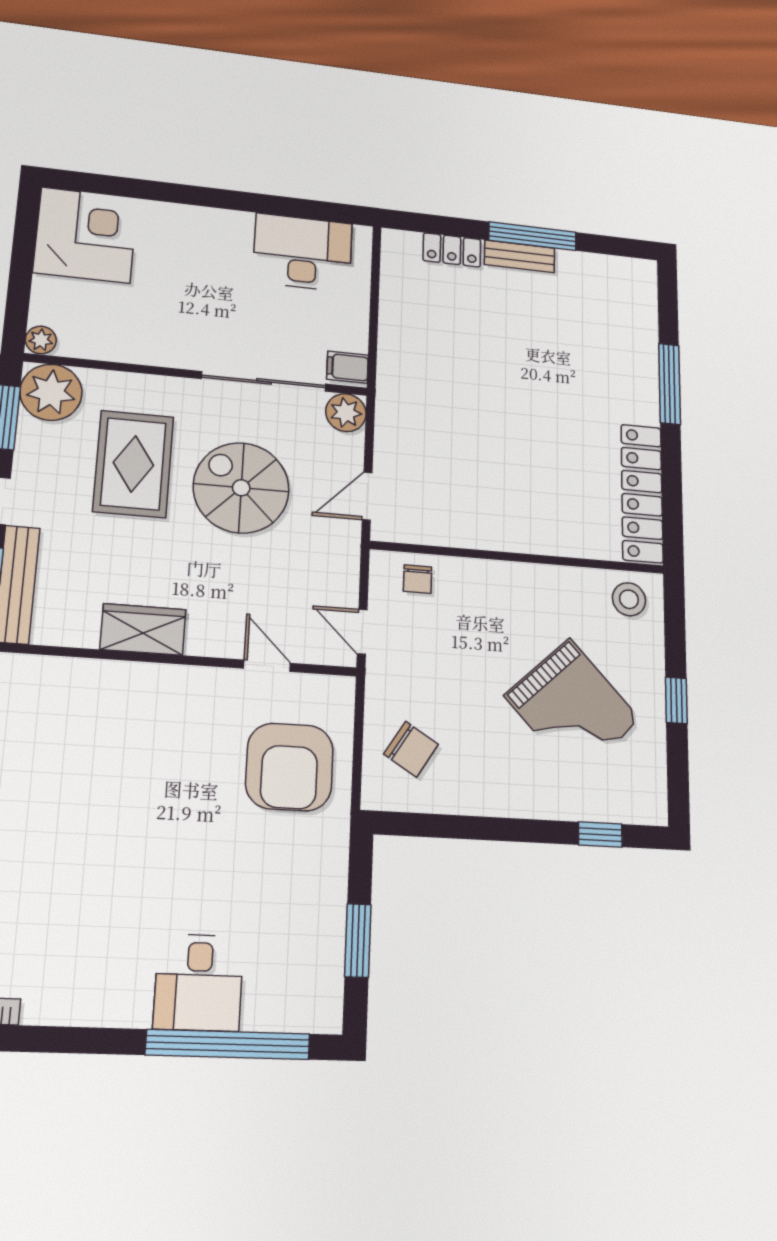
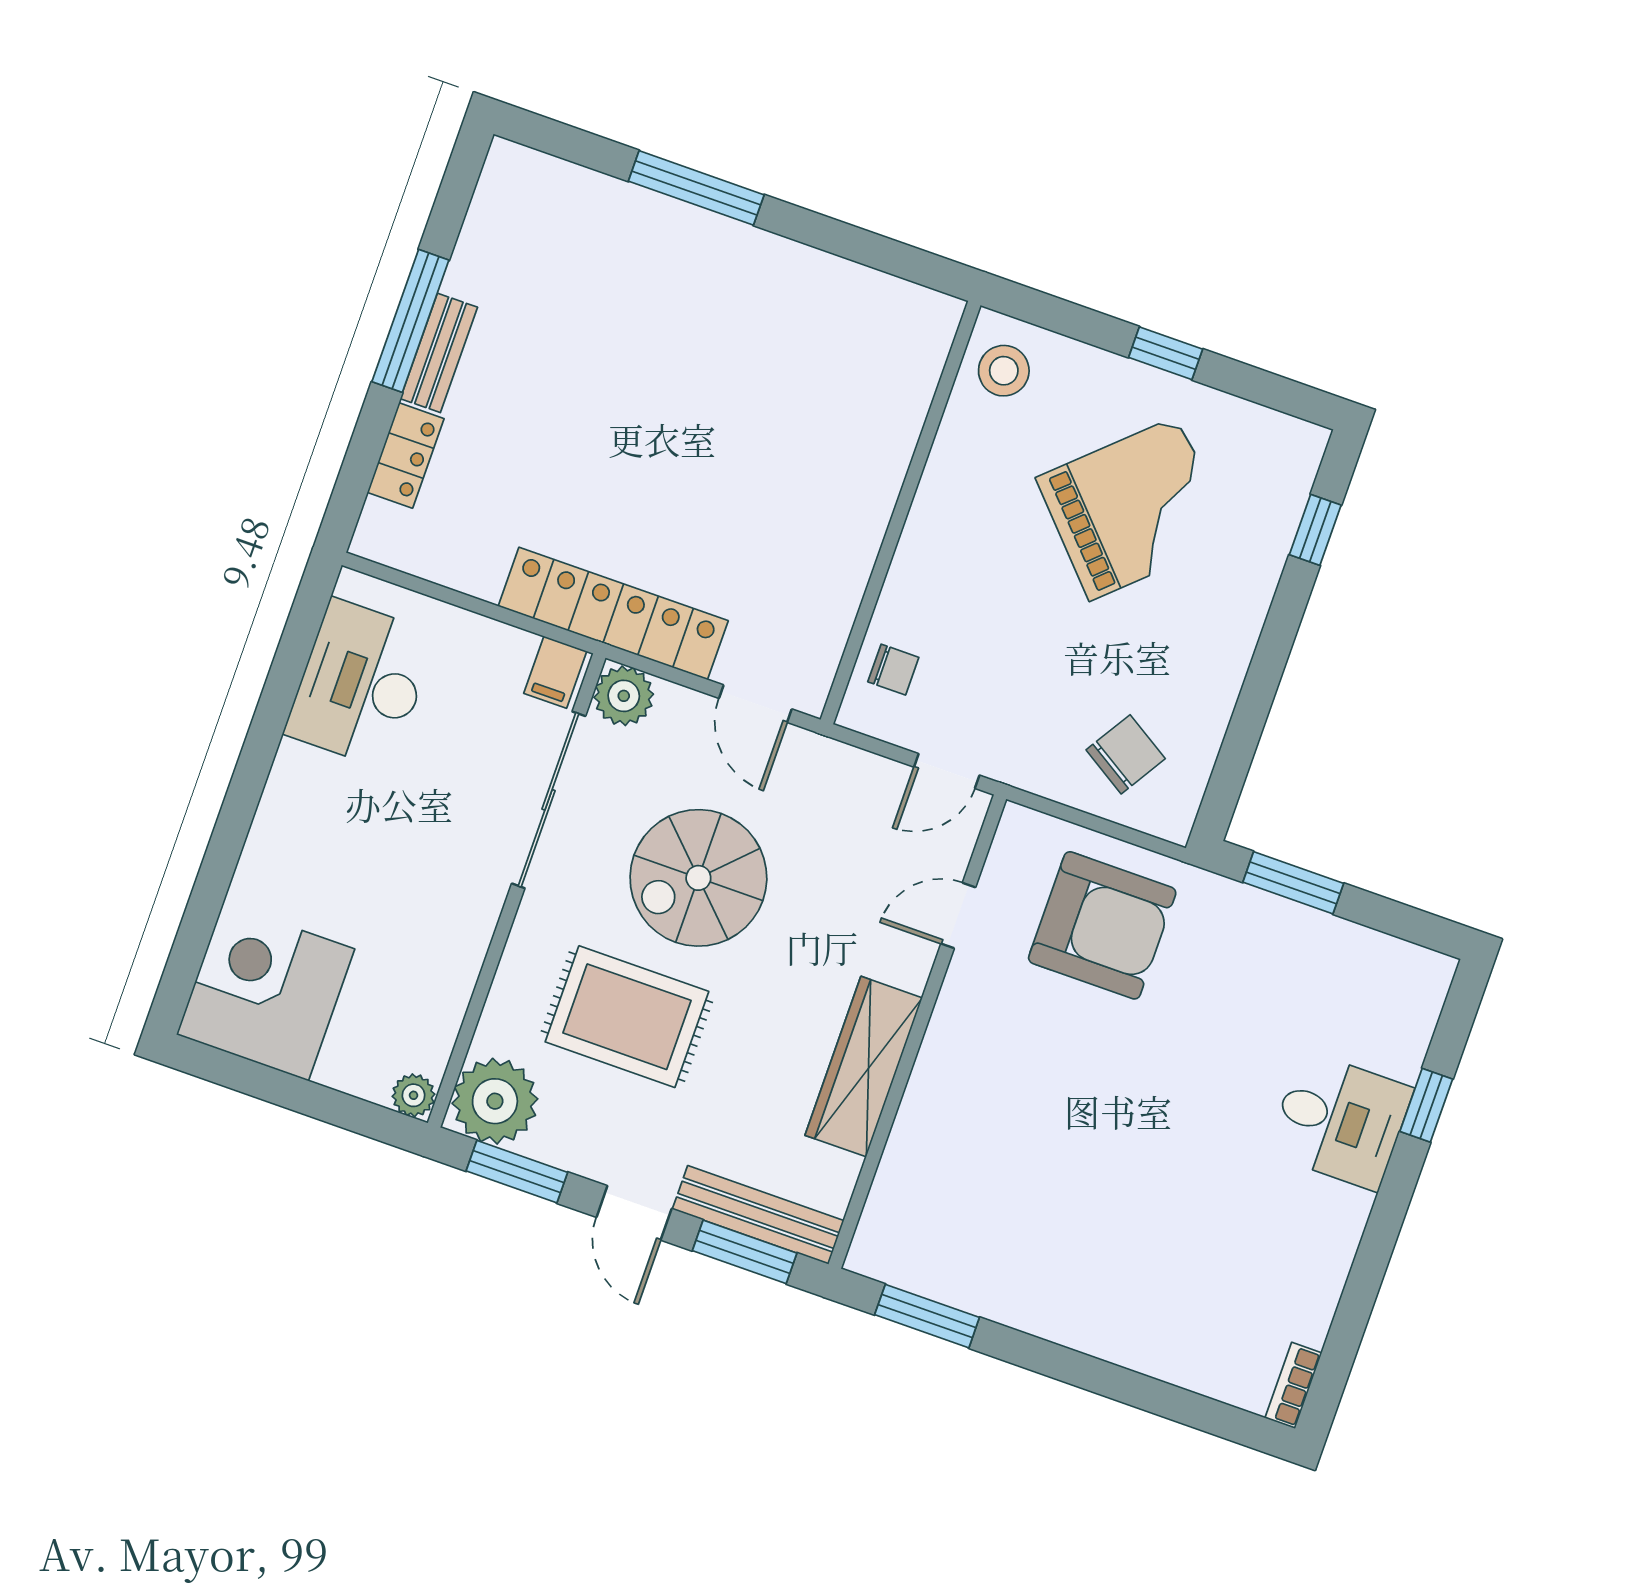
locker: (642, 493) -> (613, 613), moved, turned 180
wardrobe: (143, 629) -> (864, 1067), width x1.50
window: (358, 940) -> (1293, 883), moved
window: (228, 1044) -> (1426, 1105), width x0.32

